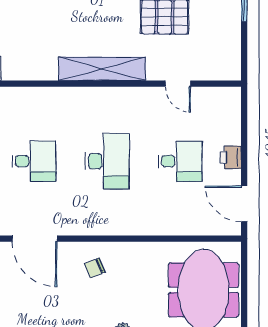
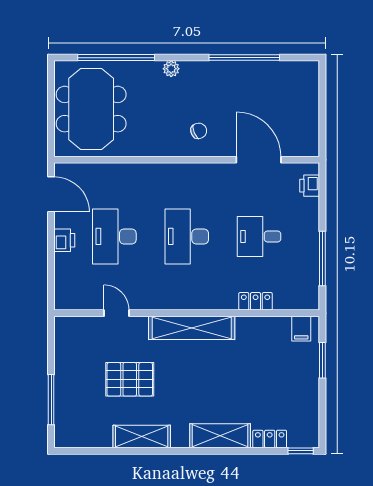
locker: (38, 96) -> (256, 301), added
desk: (180, 161) -> (114, 236), width x1.37

